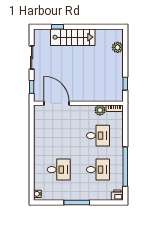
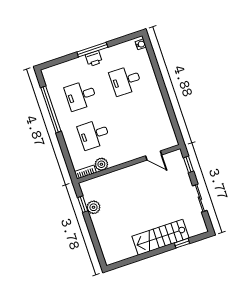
plant: (118, 47) -> (93, 207), moved
door: (57, 103) -> (154, 155), width x0.53
printer: (117, 195) -> (94, 59), moved

